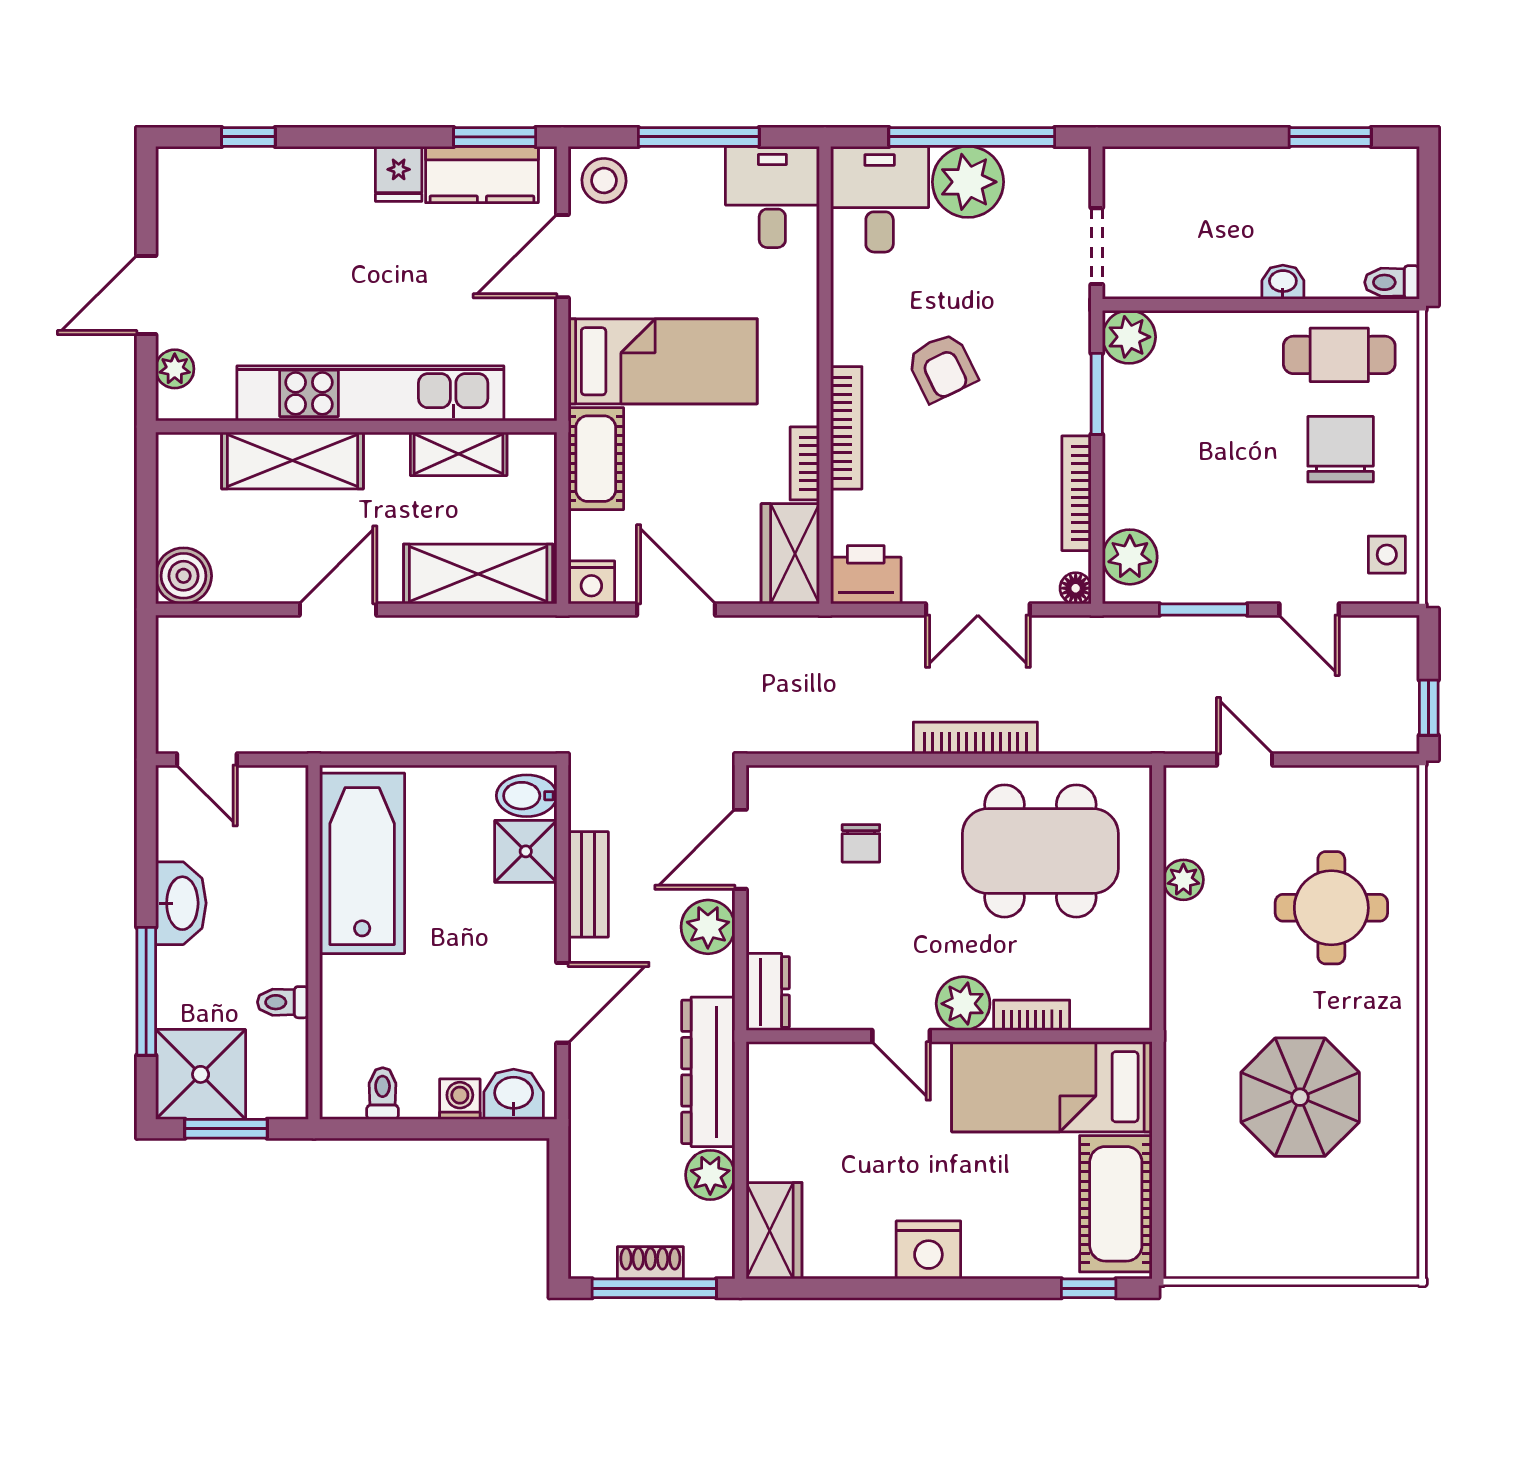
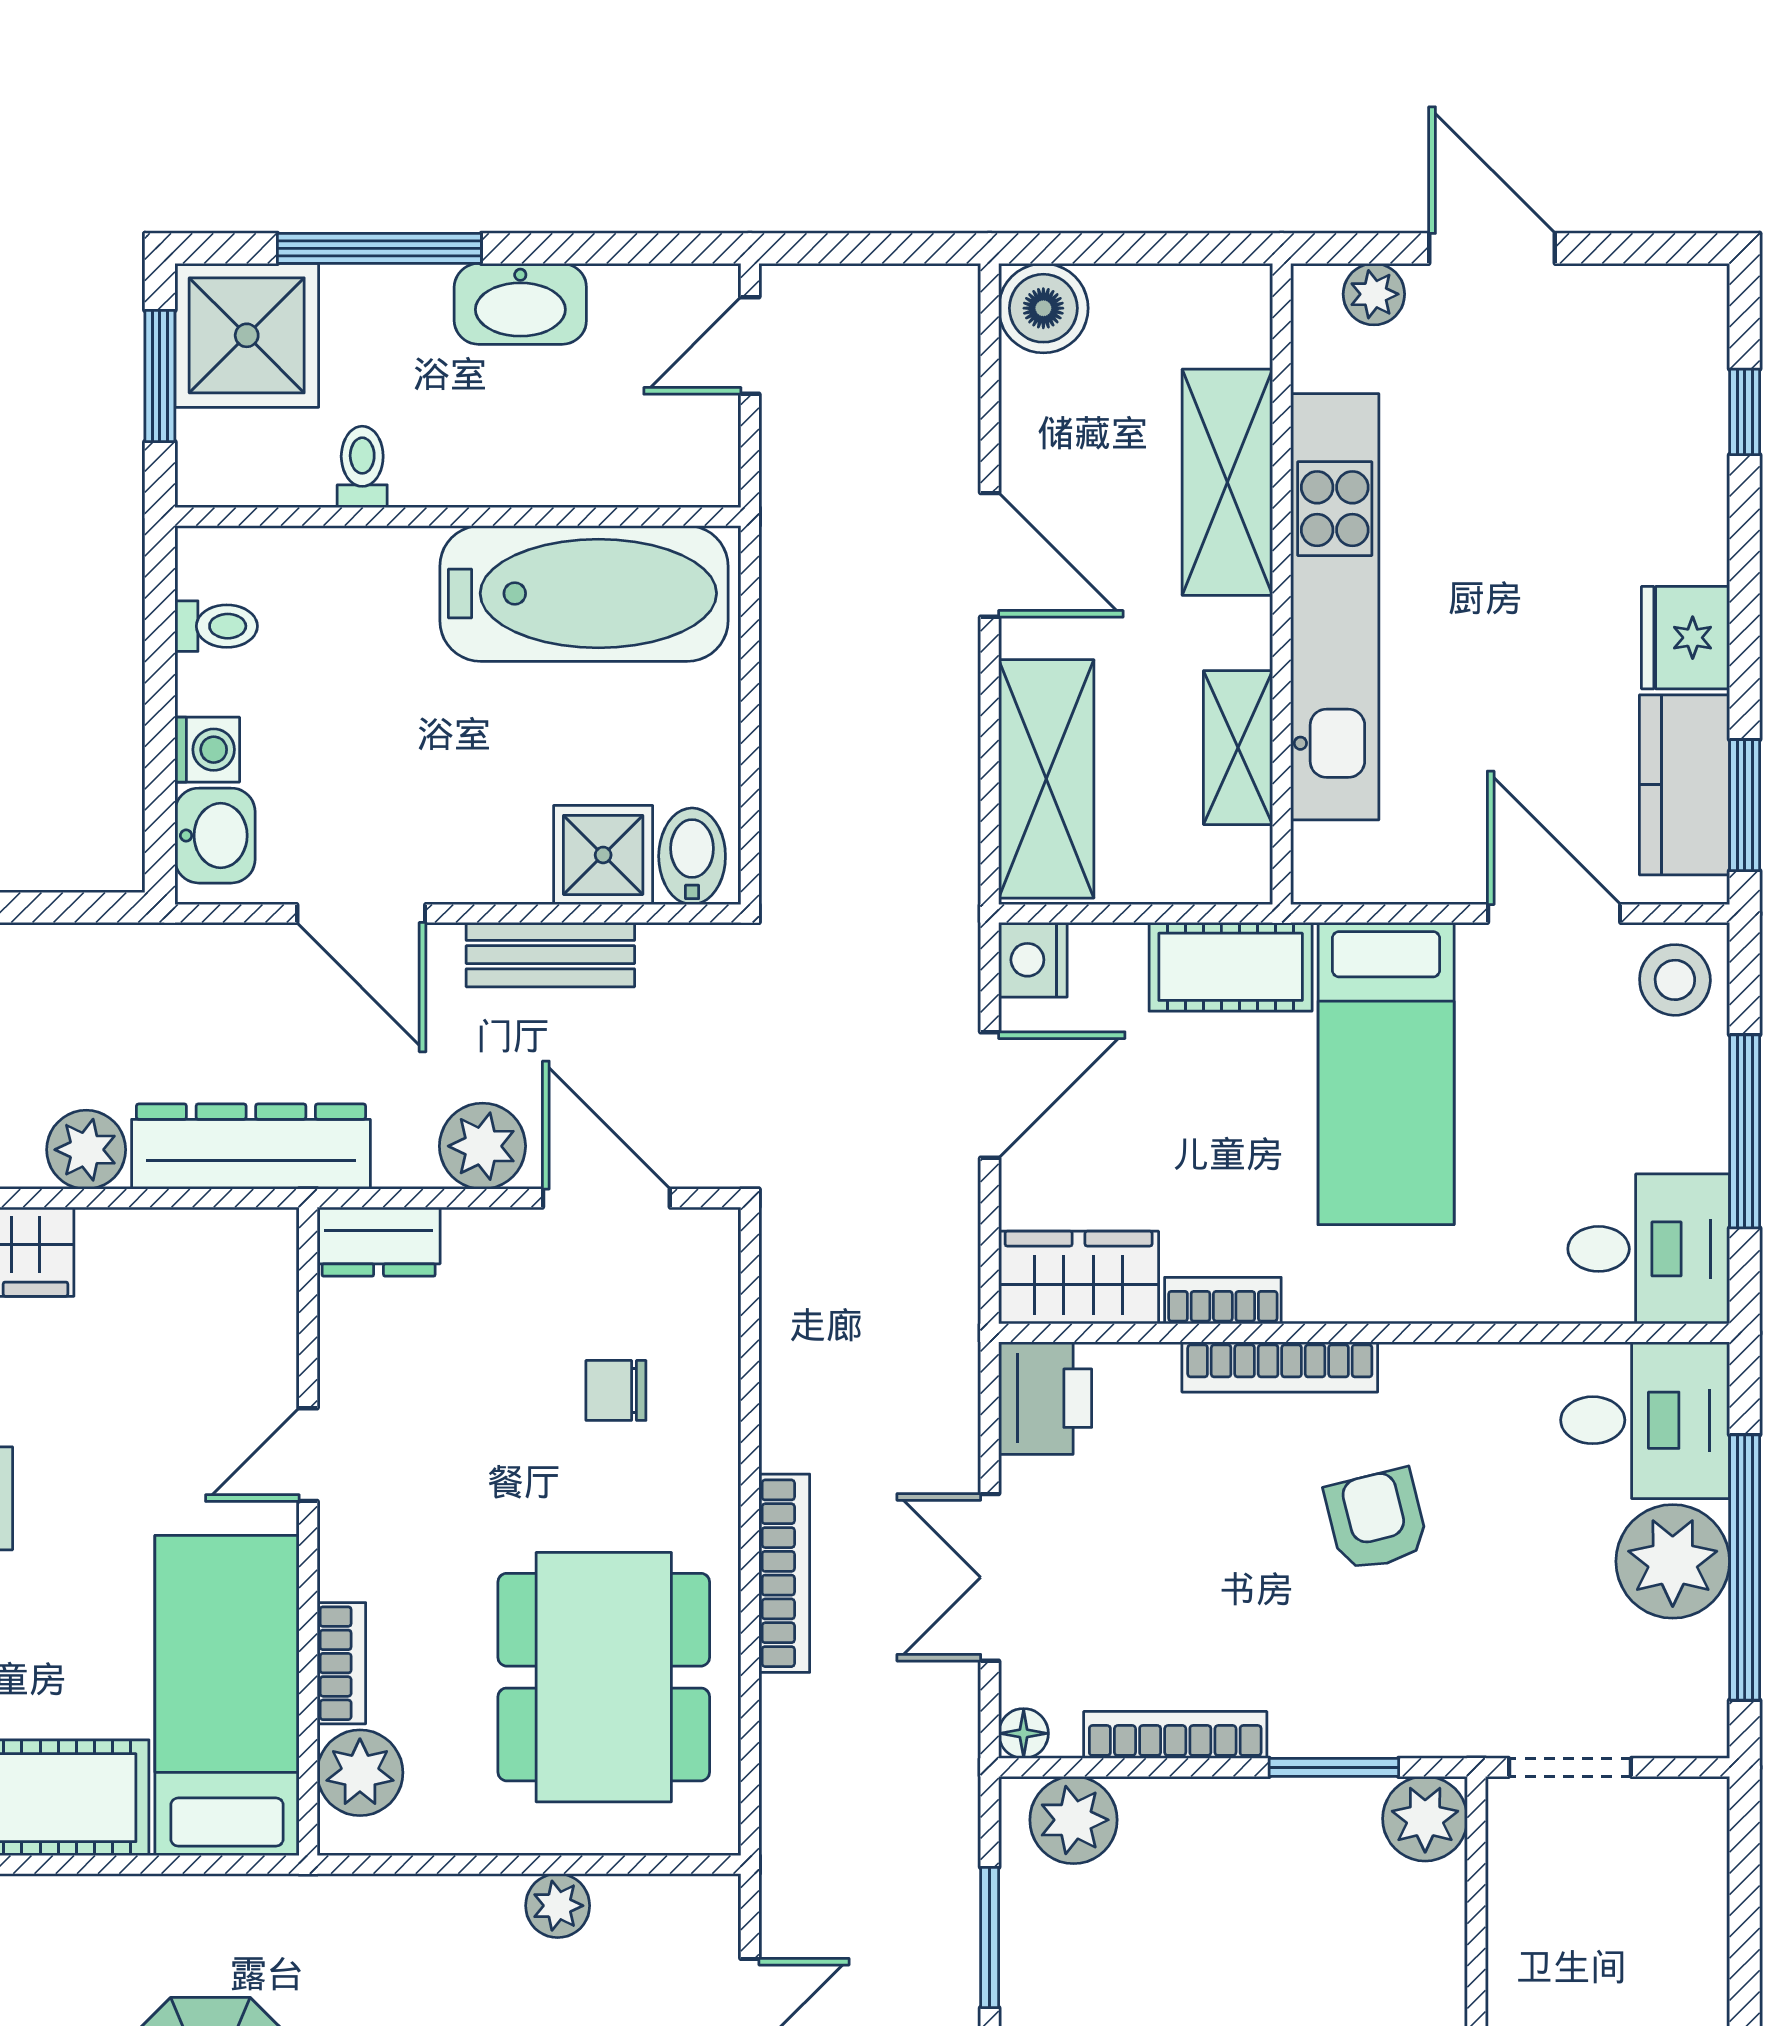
fridge: (399, 174) -> (1686, 638), width x1.38
armchair: (942, 367) -> (1376, 1520), turned 102
plant: (963, 1004) -> (360, 1773), moved

